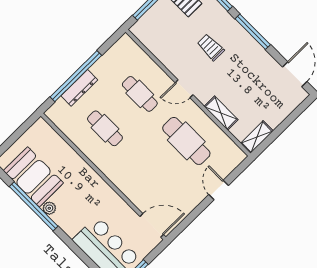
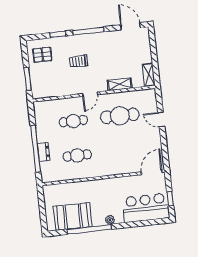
dresser: (79, 88) -> (44, 152), width x0.70
plant: (49, 208) -> (110, 220), moved

